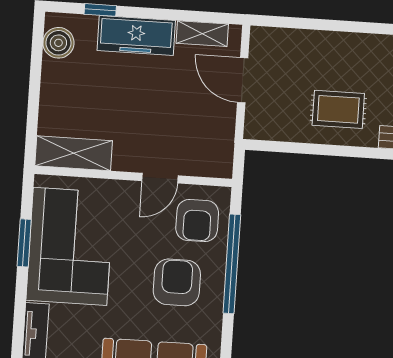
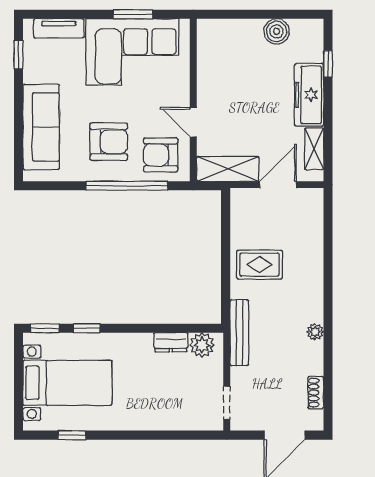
boiler: (58, 43) -> (277, 31), moved
rug: (338, 109) -> (259, 265), turned 90
shelving: (74, 153) -> (228, 169), moved, turned 90

